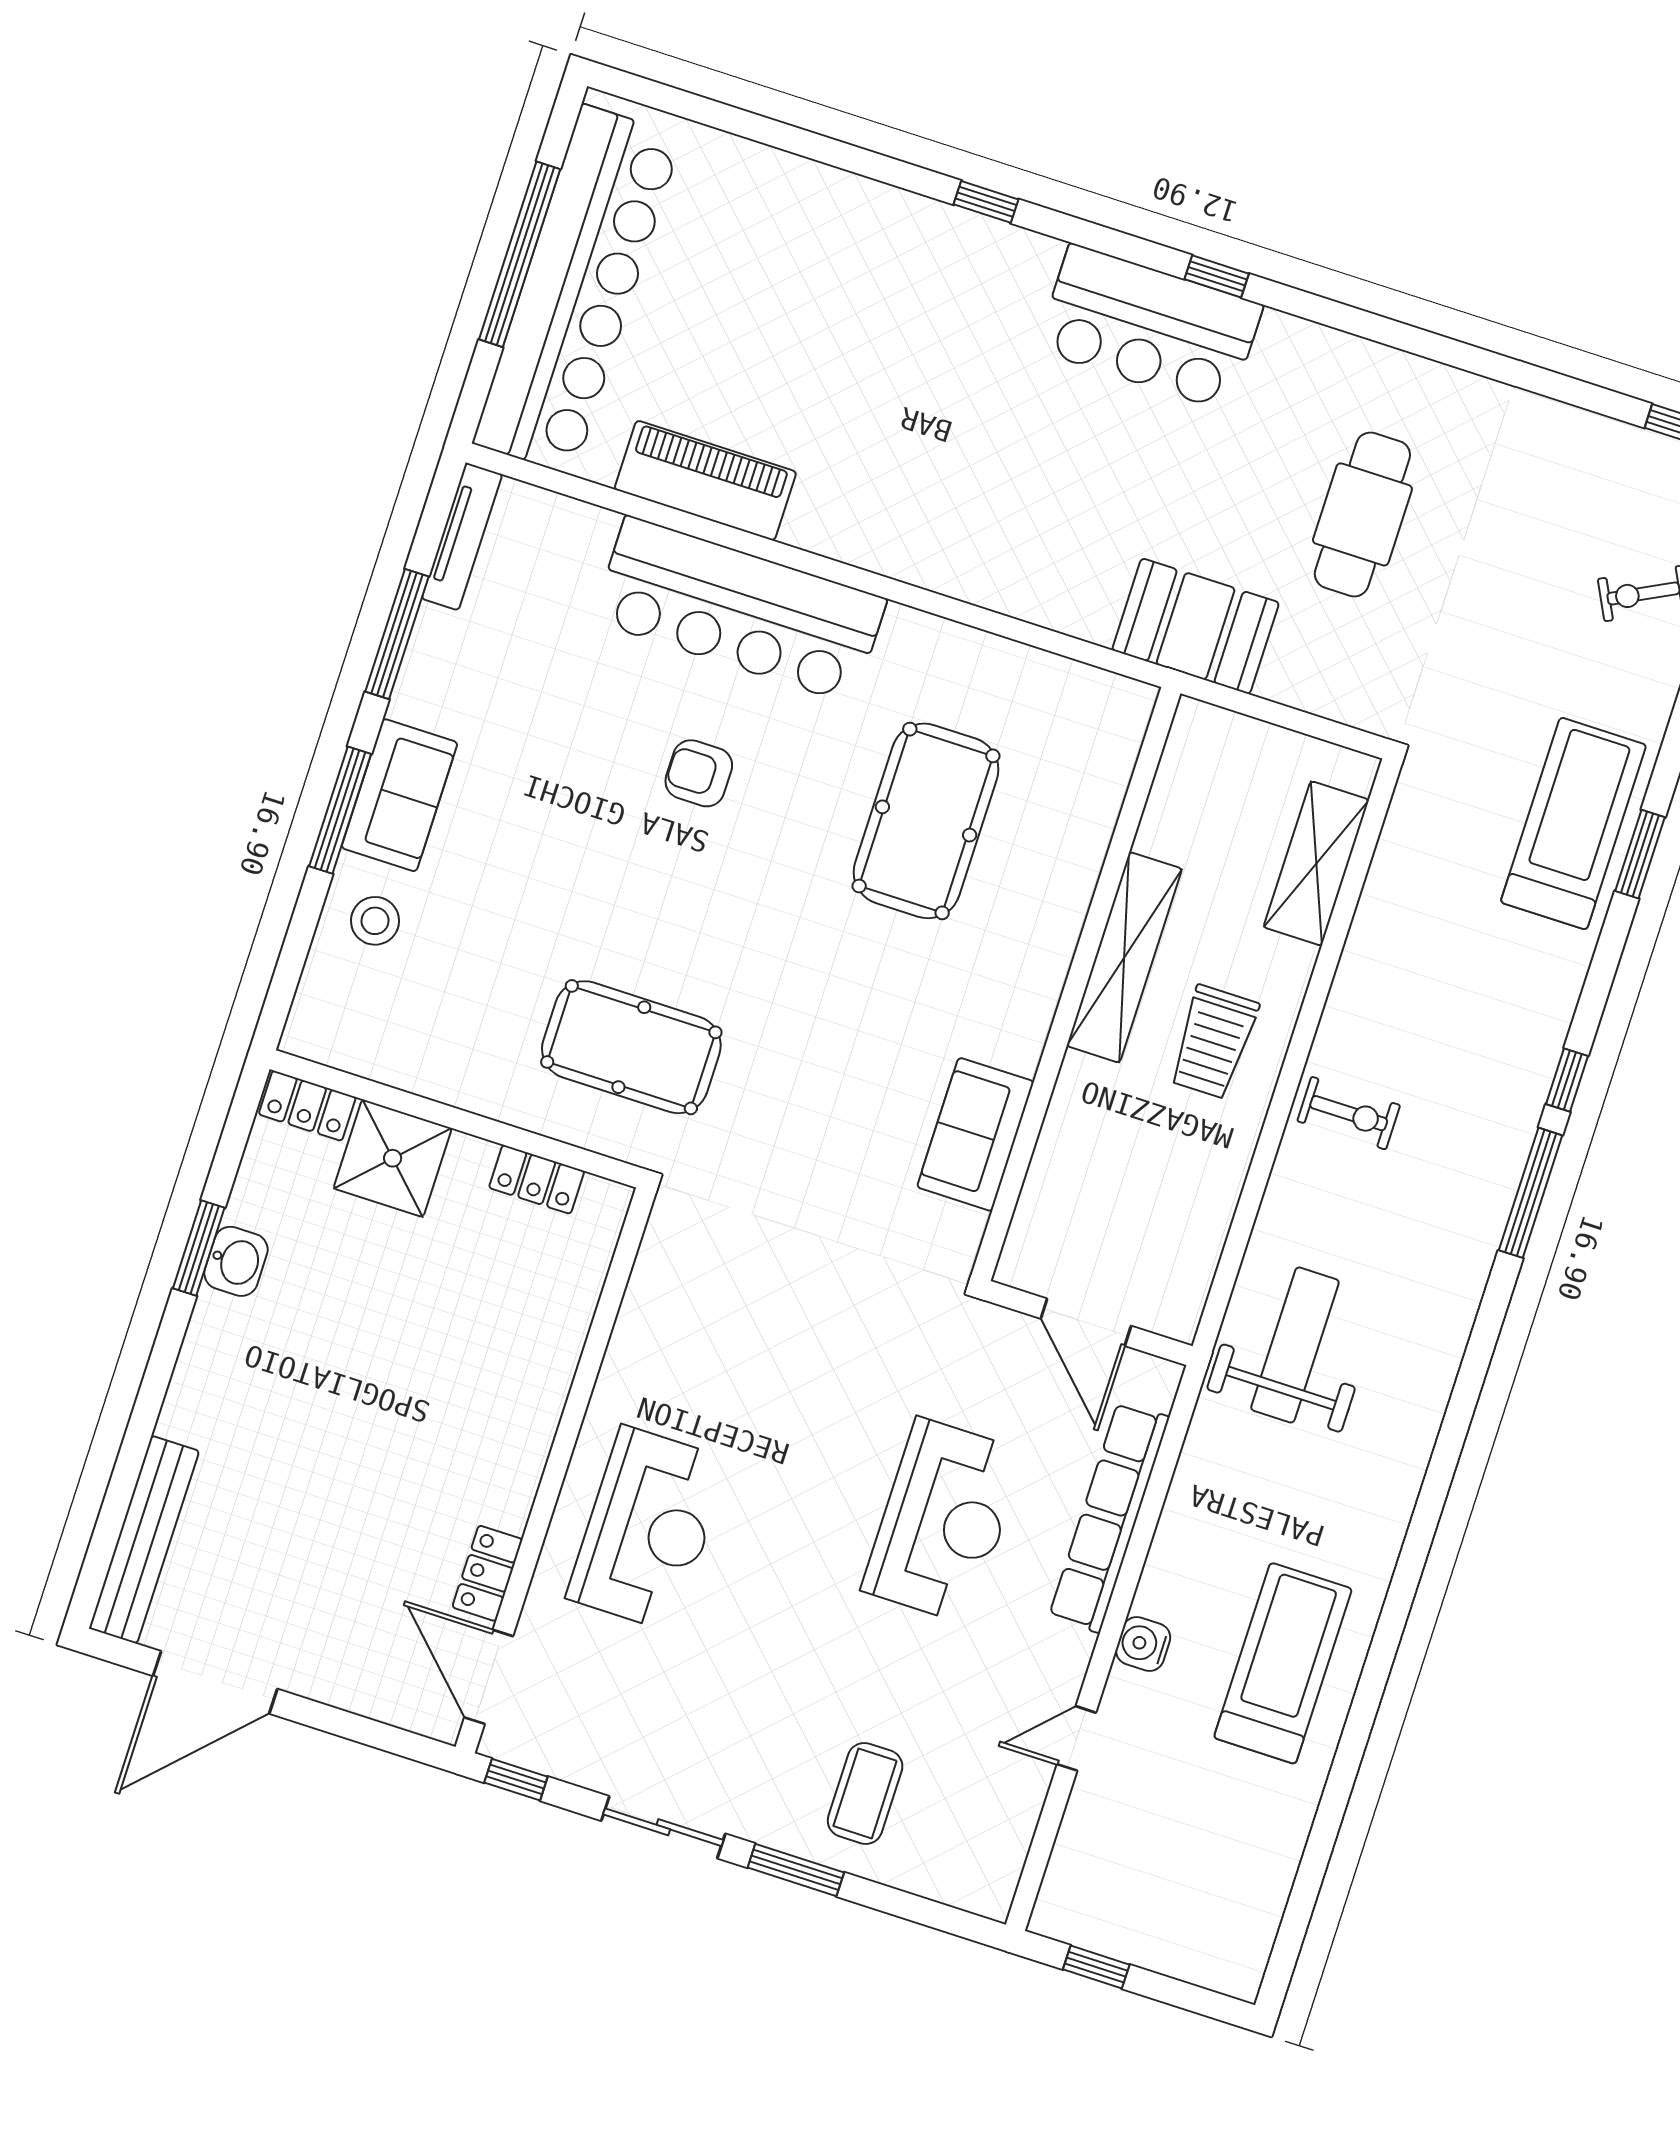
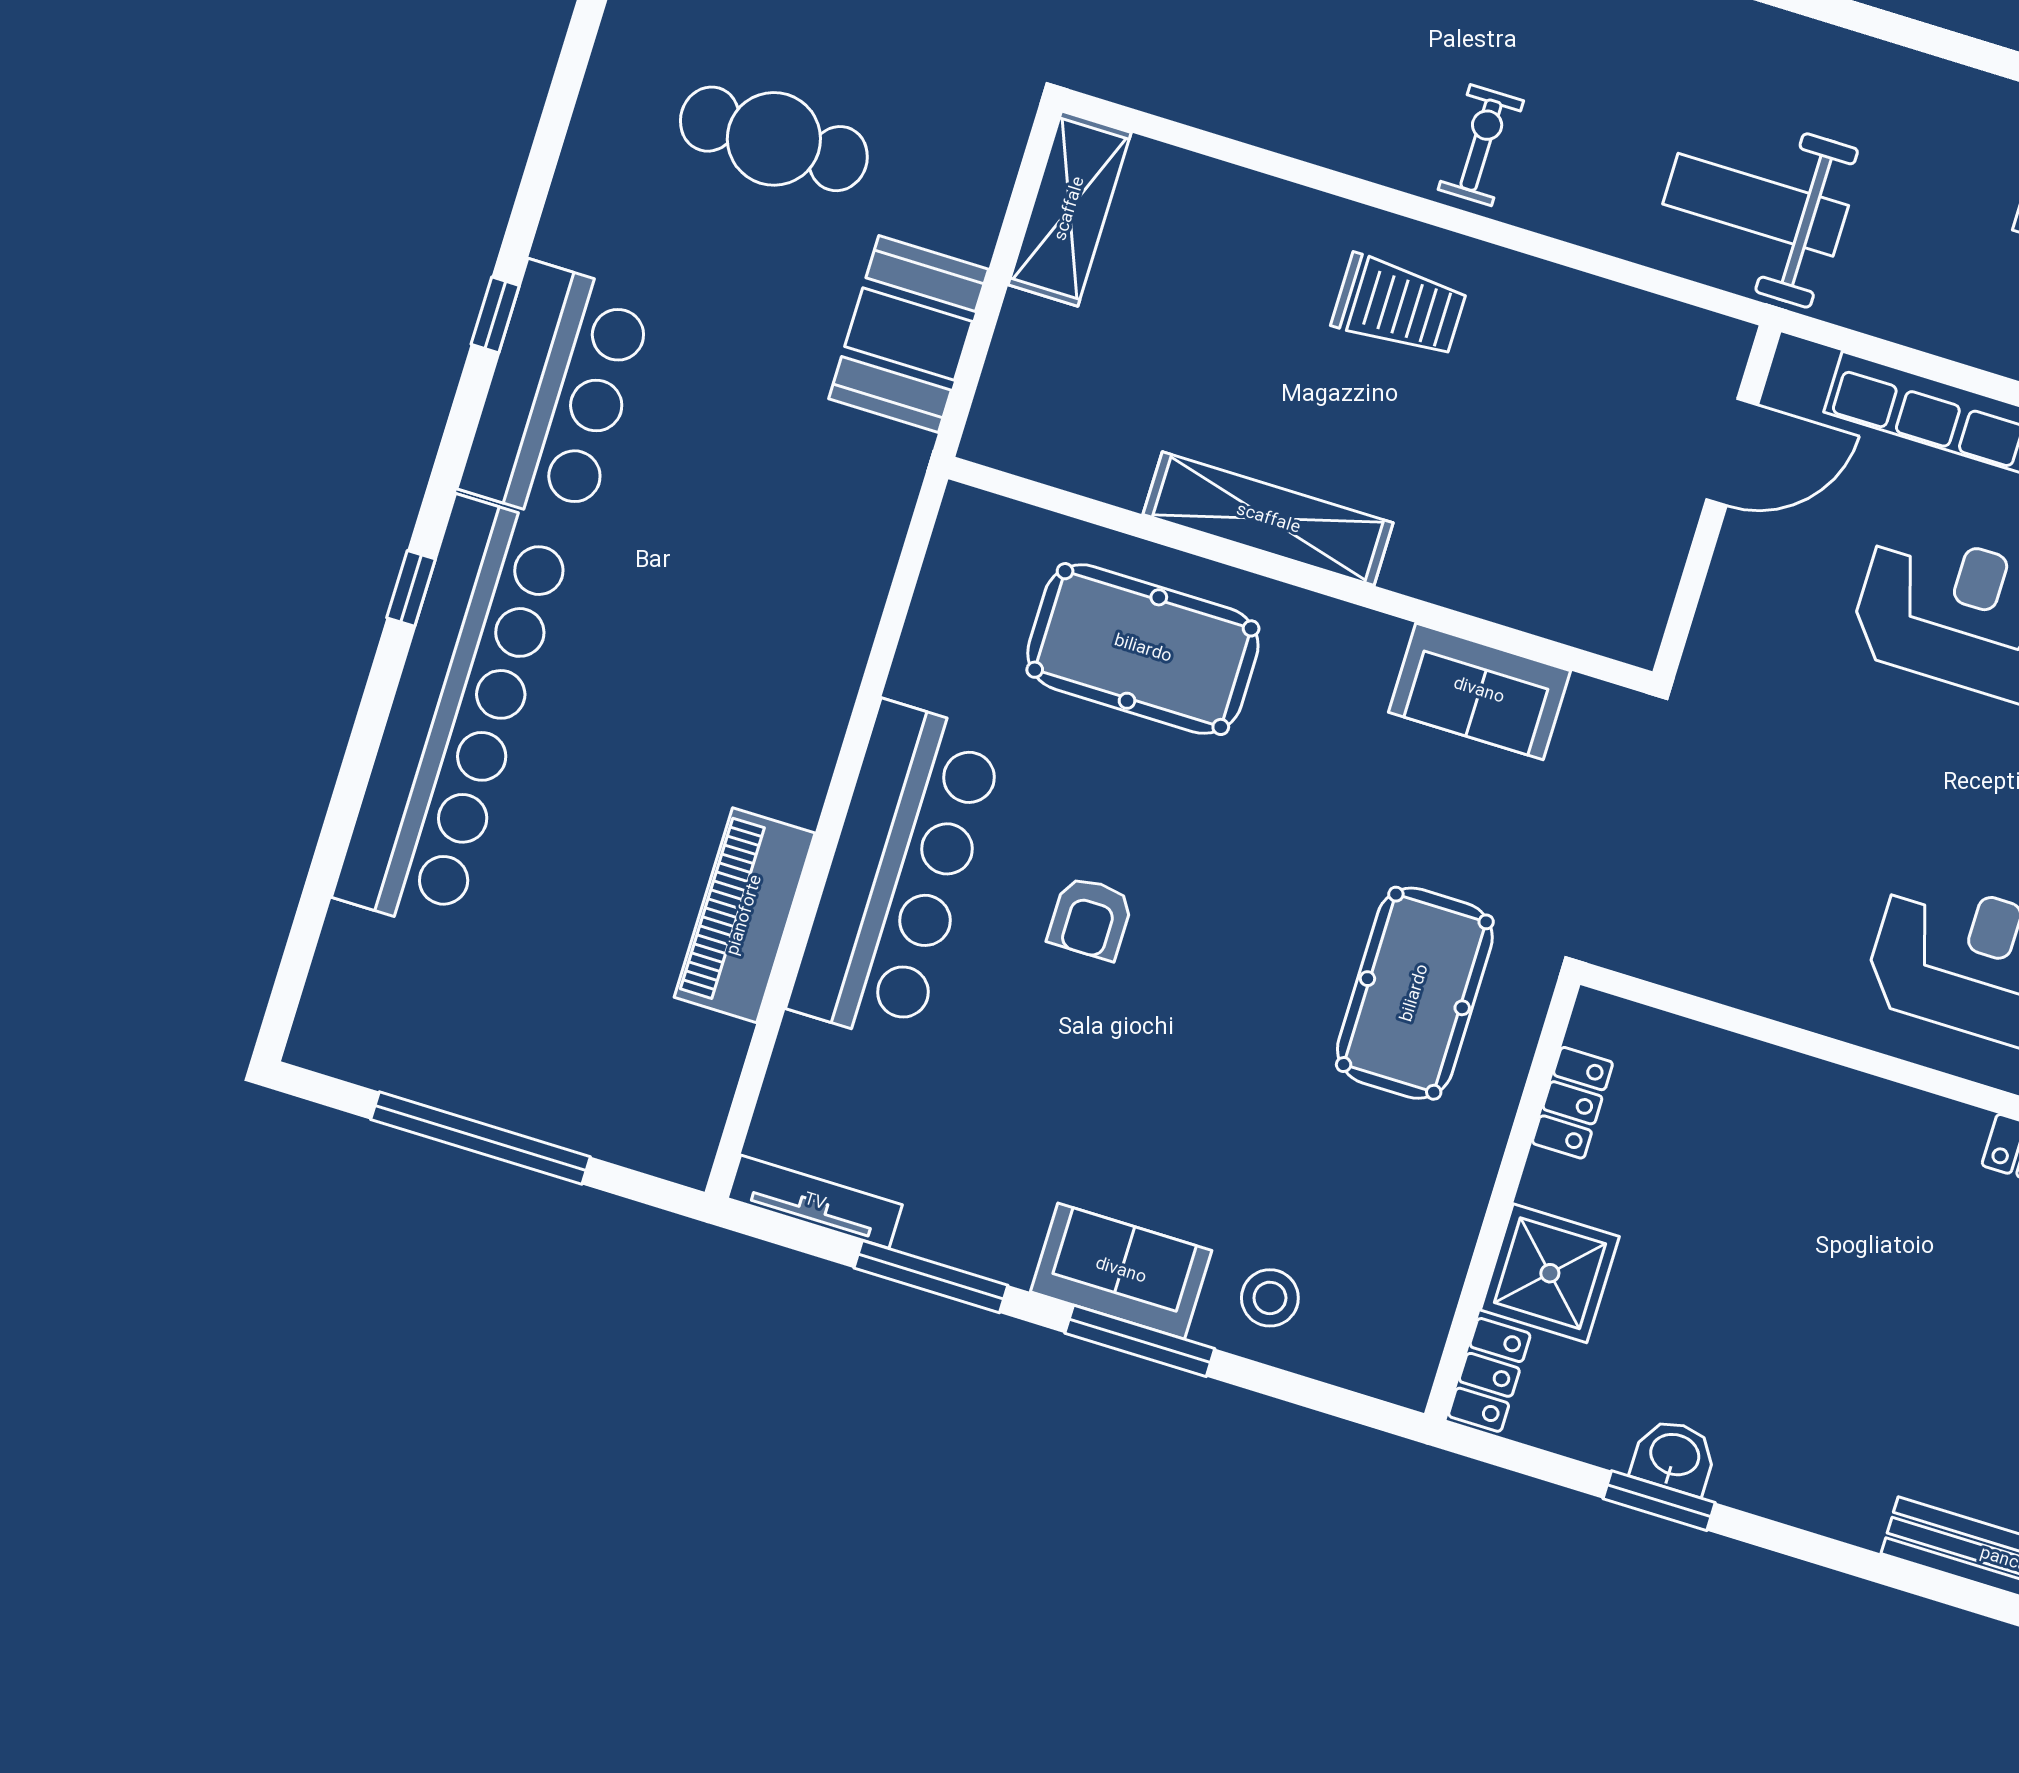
bar counter: (577, 290) -> (454, 714), moved, turned 90
shelving: (1316, 863) -> (1070, 209), moved, turned 90
shelving: (1124, 957) -> (1268, 519), moved
wall: (1076, 984) -> (1300, 575), moved
sofa: (975, 1134) -> (1479, 691), moved

